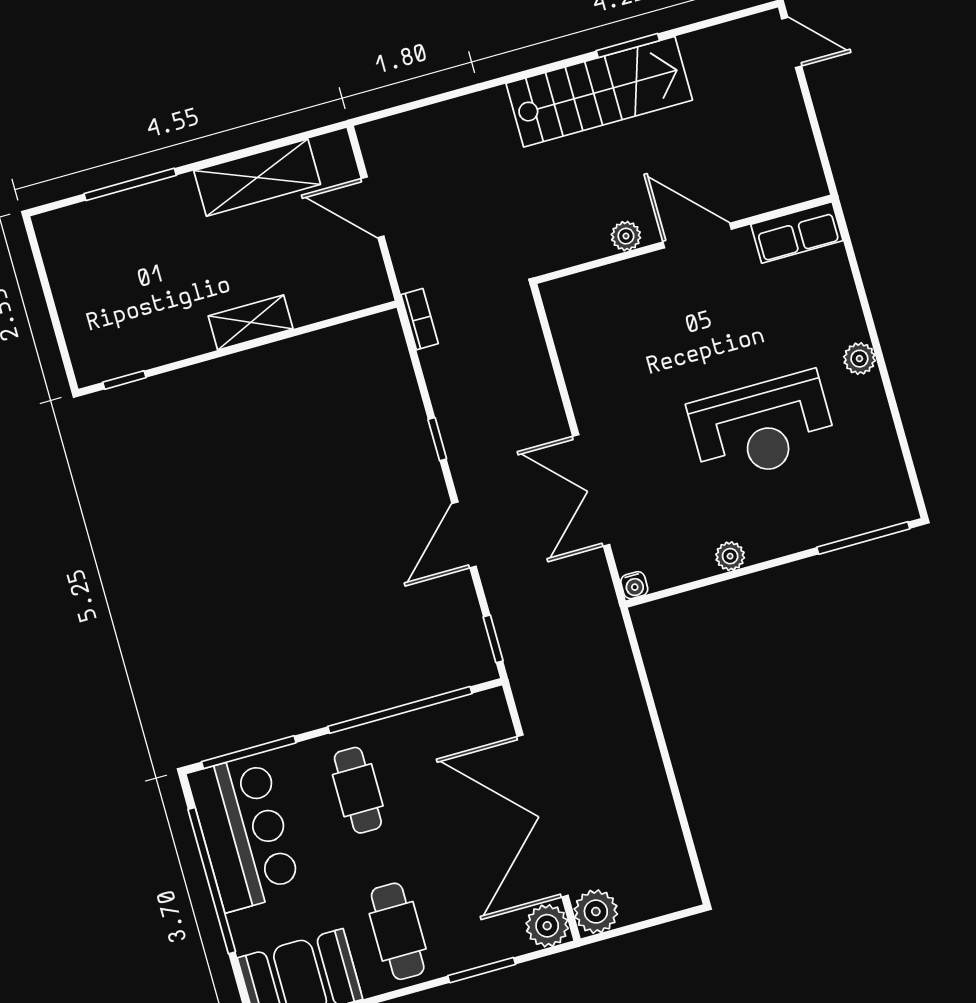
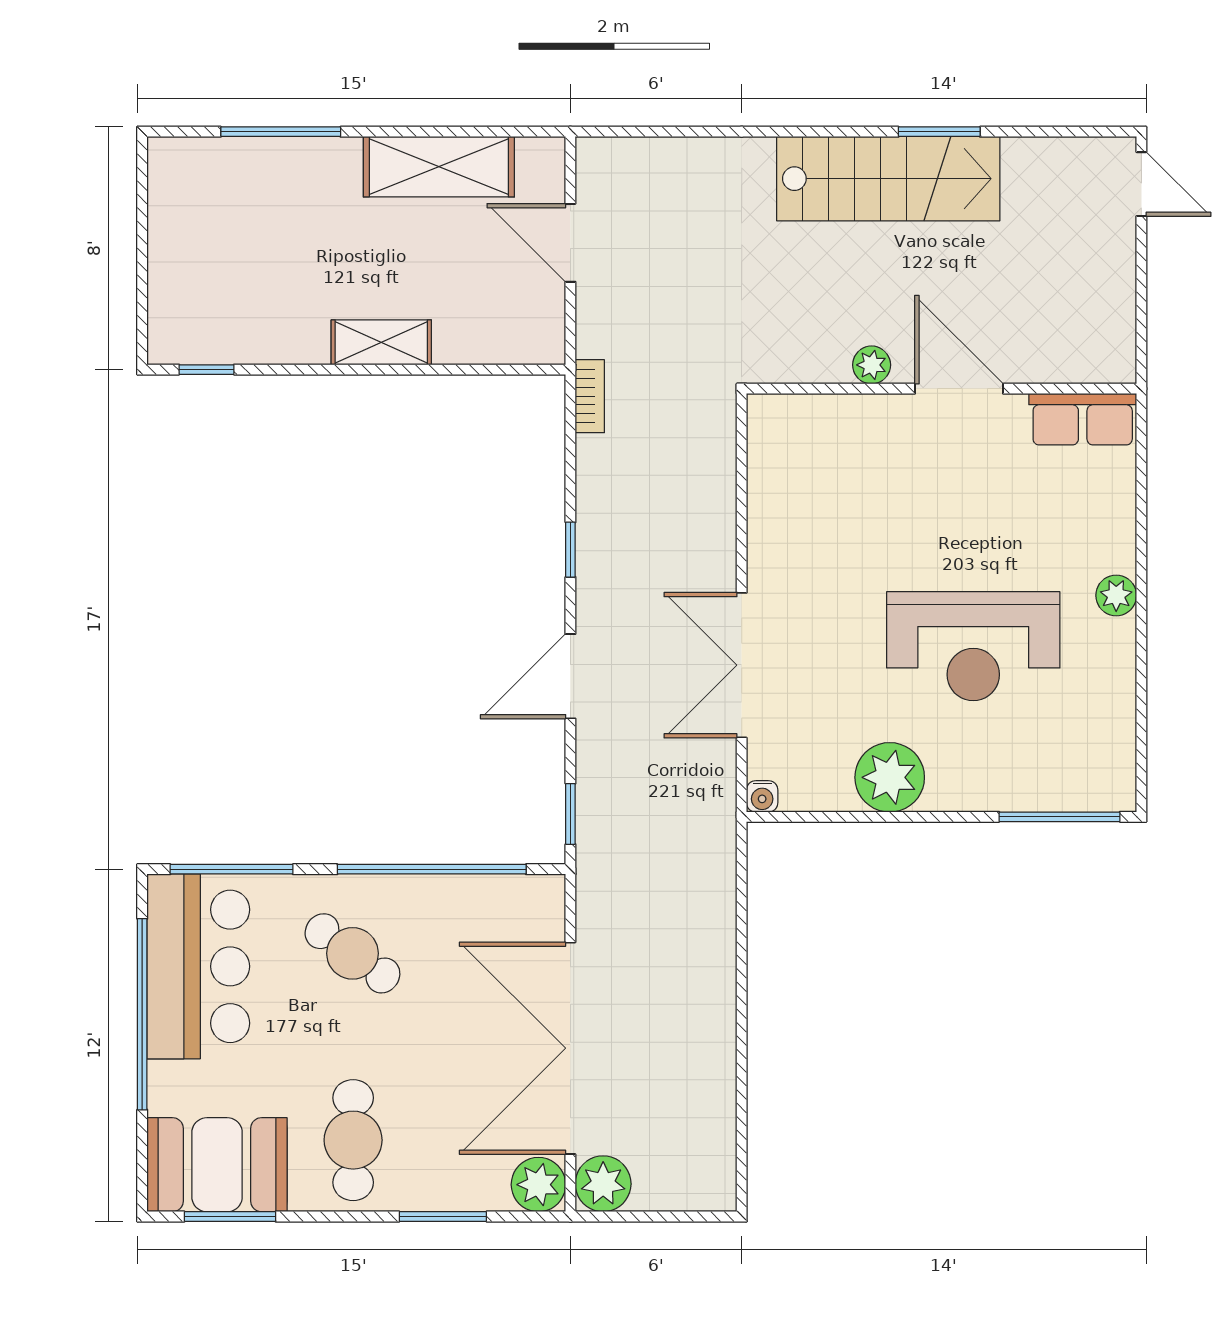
plant: (730, 556) -> (890, 777), width x1.88, depth x1.88
cafe table: (358, 790) -> (352, 953), turned -54

